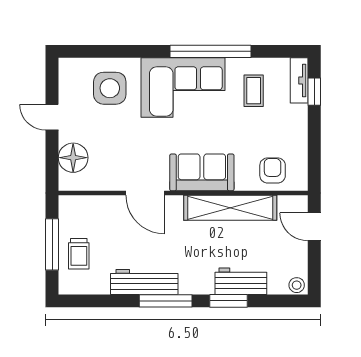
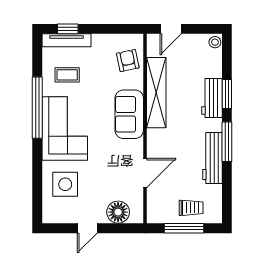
tv unit: (299, 80) -> (66, 40), width x1.41
armchair: (273, 170) -> (128, 60), turned 78
door: (145, 193) -> (145, 173), moved
workbench: (241, 281) -> (212, 98), moved

